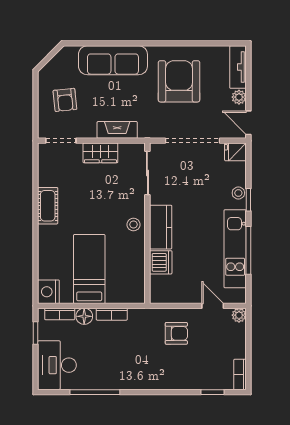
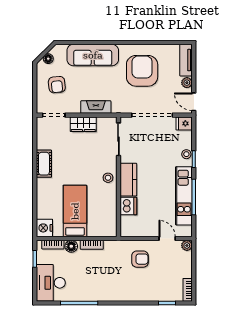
floor lamp: (53, 65) -> (48, 59), added

